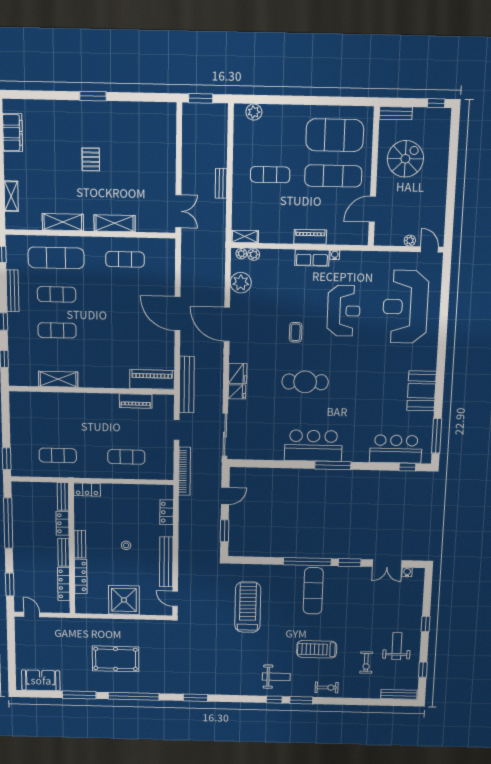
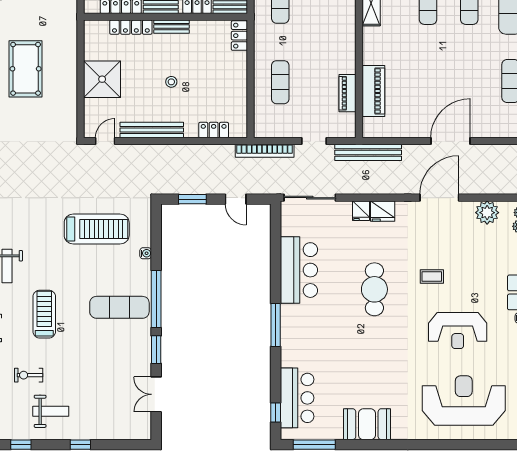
piano: (152, 379) -> (373, 91), moved
bar counter: (313, 446) -> (299, 270), moved
water cooler: (407, 572) -> (146, 253), moved

